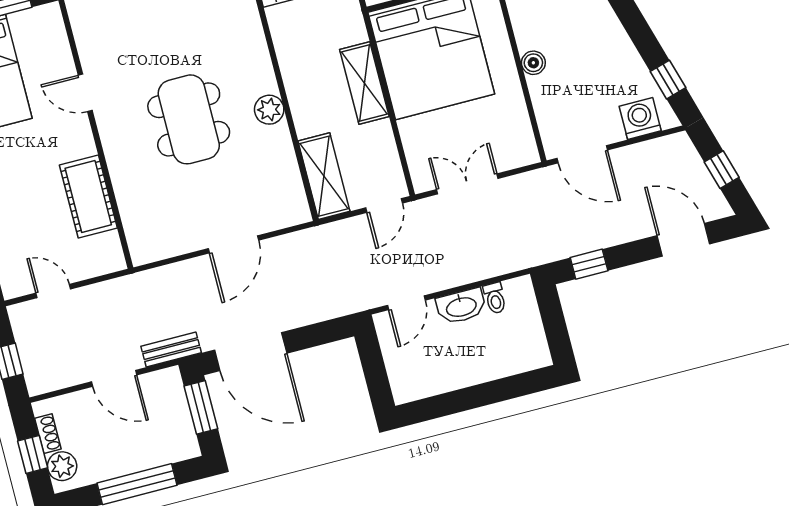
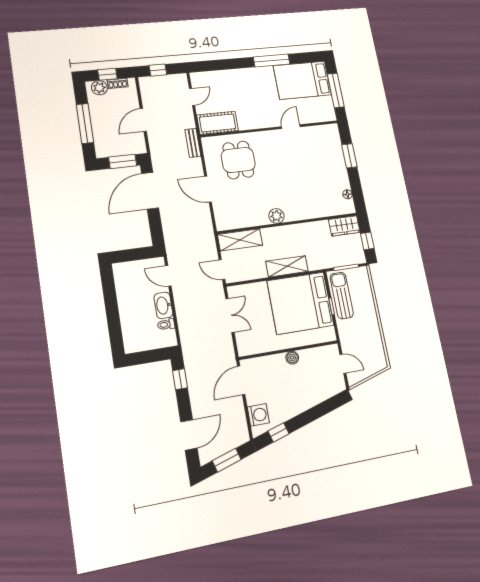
dining table: (189, 119) -> (238, 160), moved, width x0.73
window: (722, 170) -> (227, 460), width x1.50
cot: (88, 197) -> (218, 123), moved
bench: (171, 350) -> (193, 143), moved

